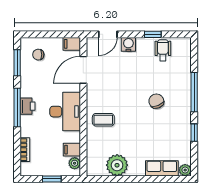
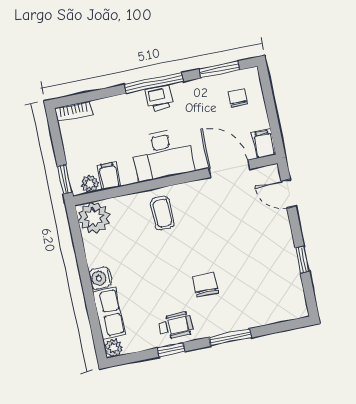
water cooler: (128, 44) -> (100, 278), moved, turned 180
wheelchair: (163, 50) -> (176, 326), moved
window: (194, 92) -> (230, 337), width x0.69
chair: (156, 101) -> (206, 285), turned -68
bookcase: (25, 150) -> (74, 111), moved
plant: (117, 165) -> (94, 218), moved
window: (52, 179) -> (65, 179), moved

